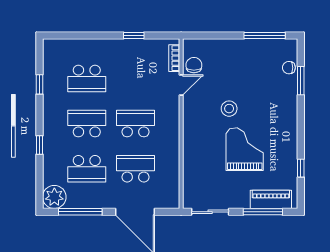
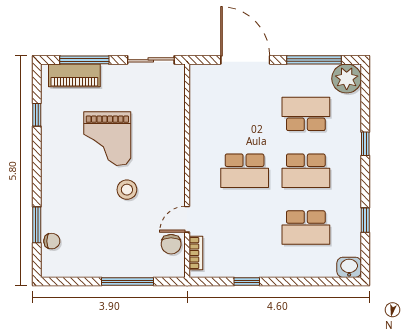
window: (265, 35) -> (128, 282), moved
washbasin: (52, 47) -> (349, 267), added
school desk: (87, 78) -> (306, 227), turned 180
school desk: (135, 169) -> (245, 114), removed

